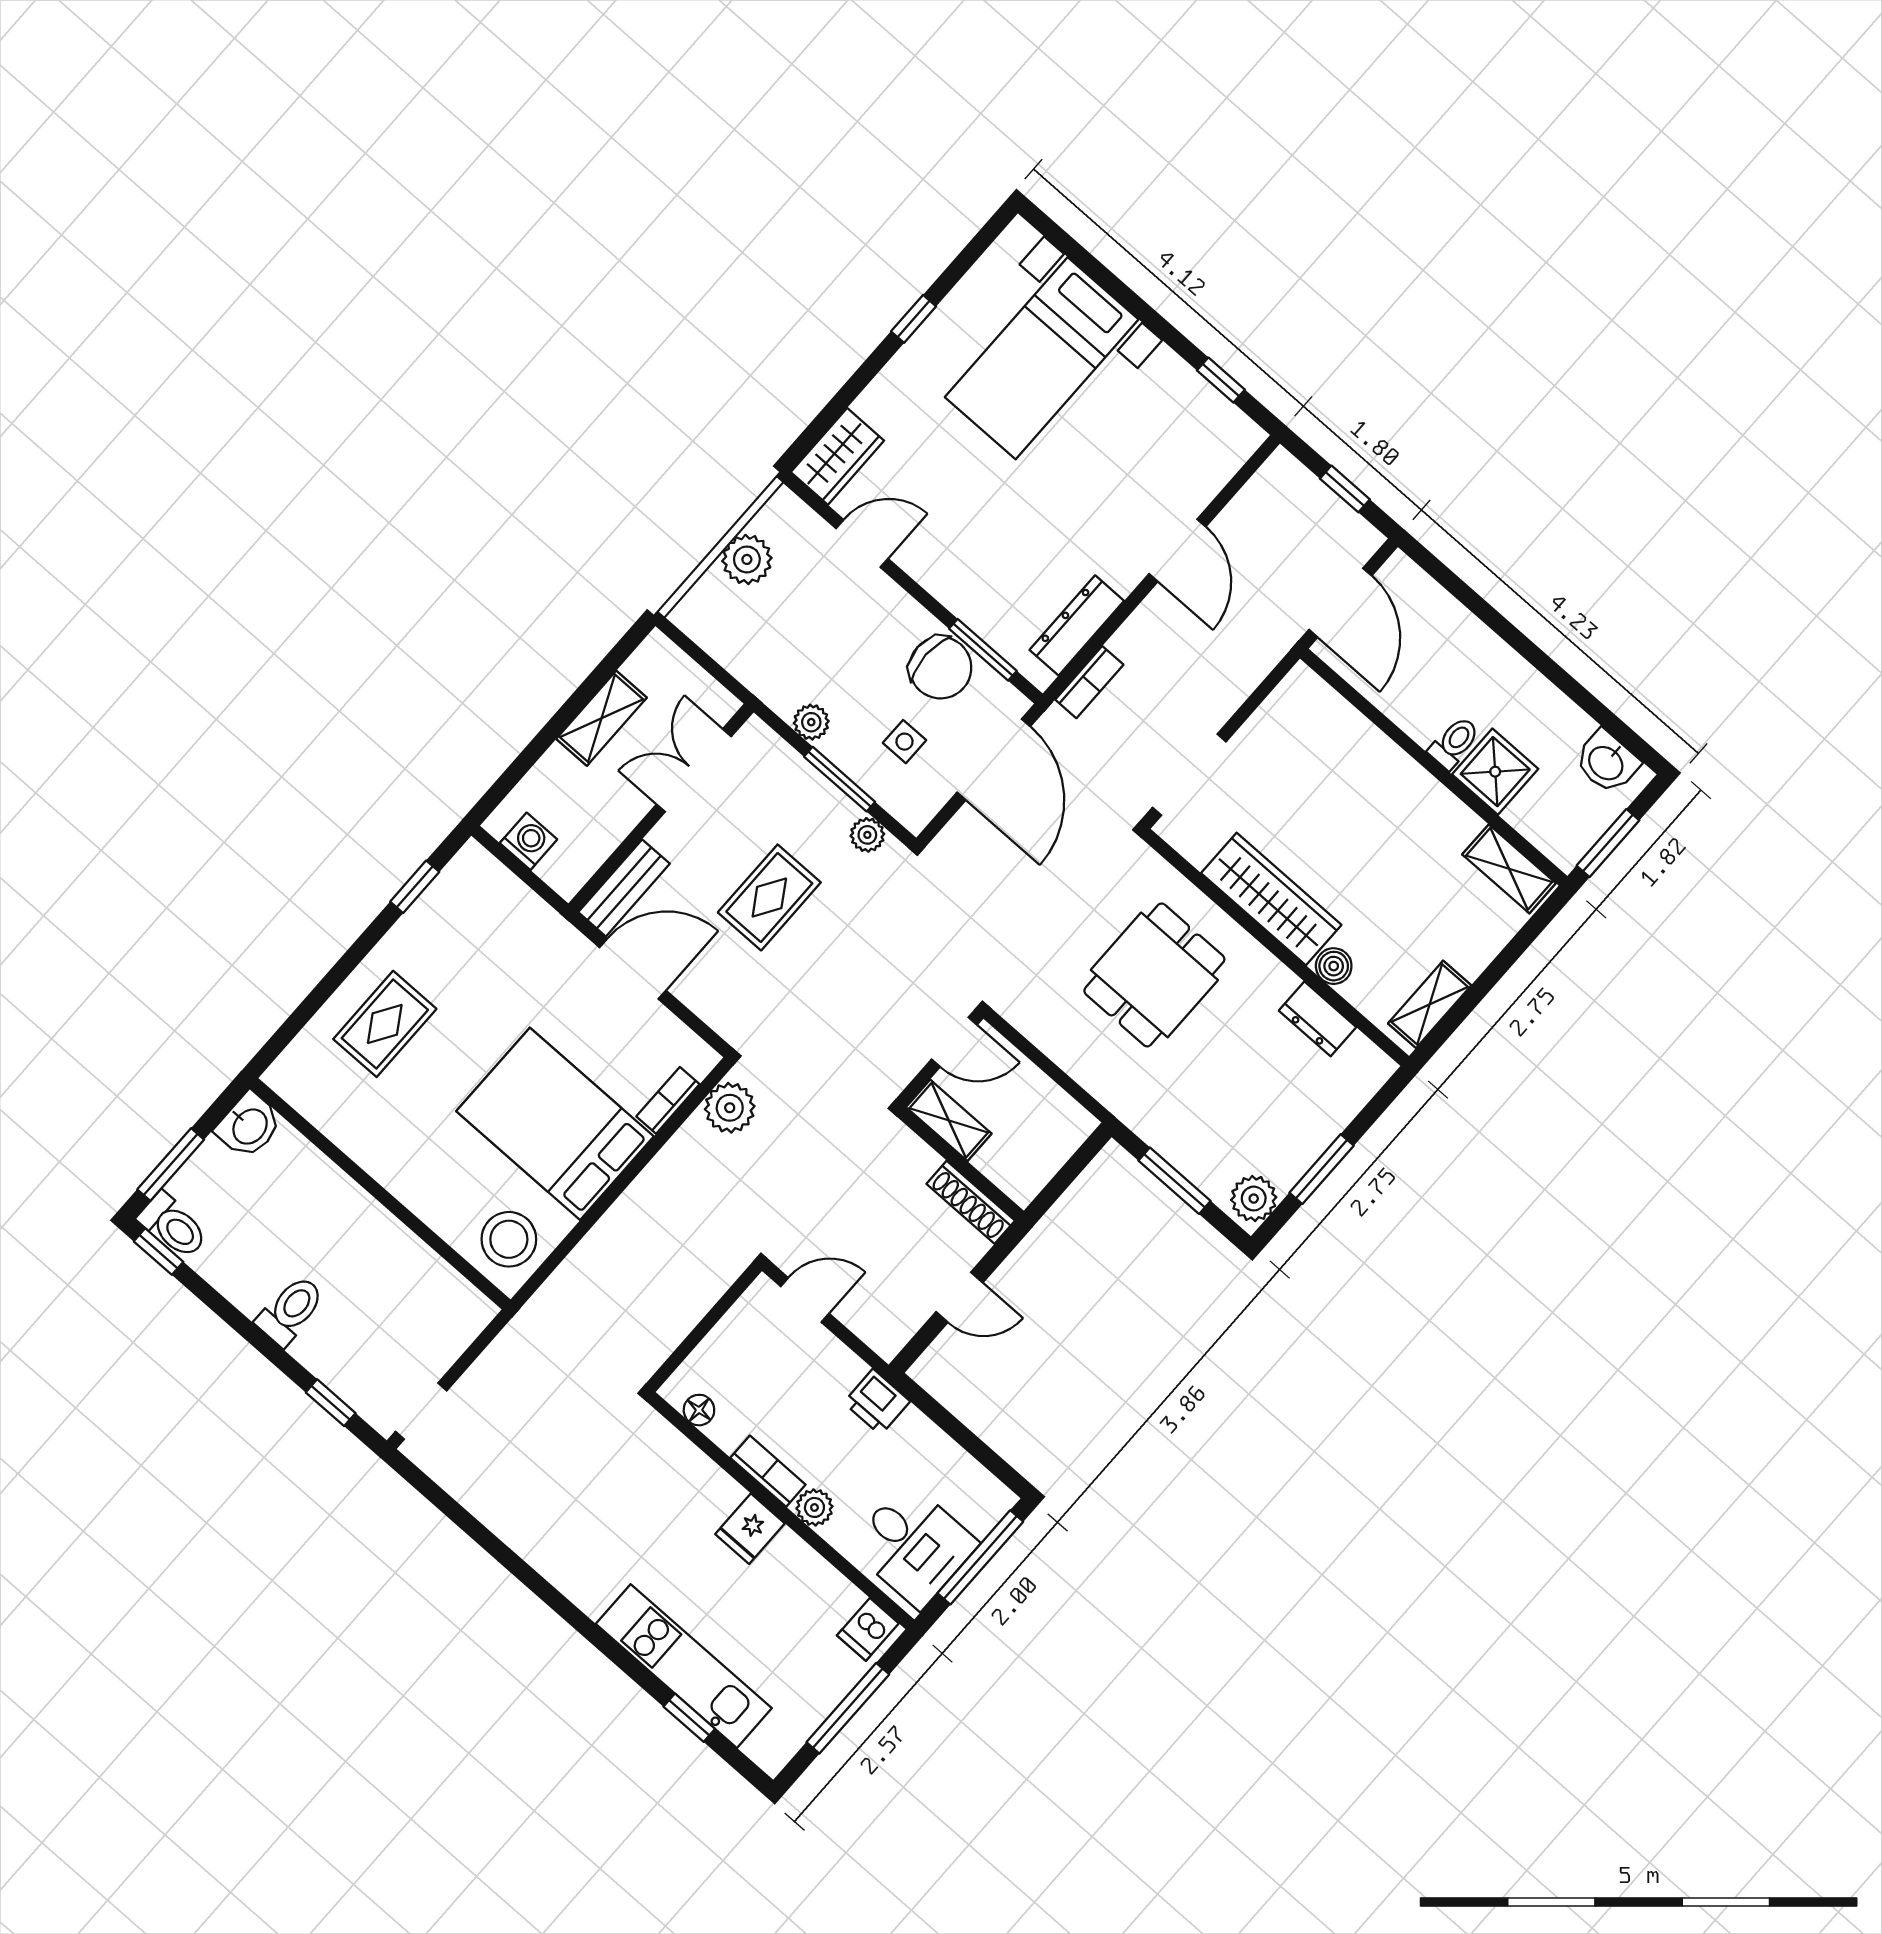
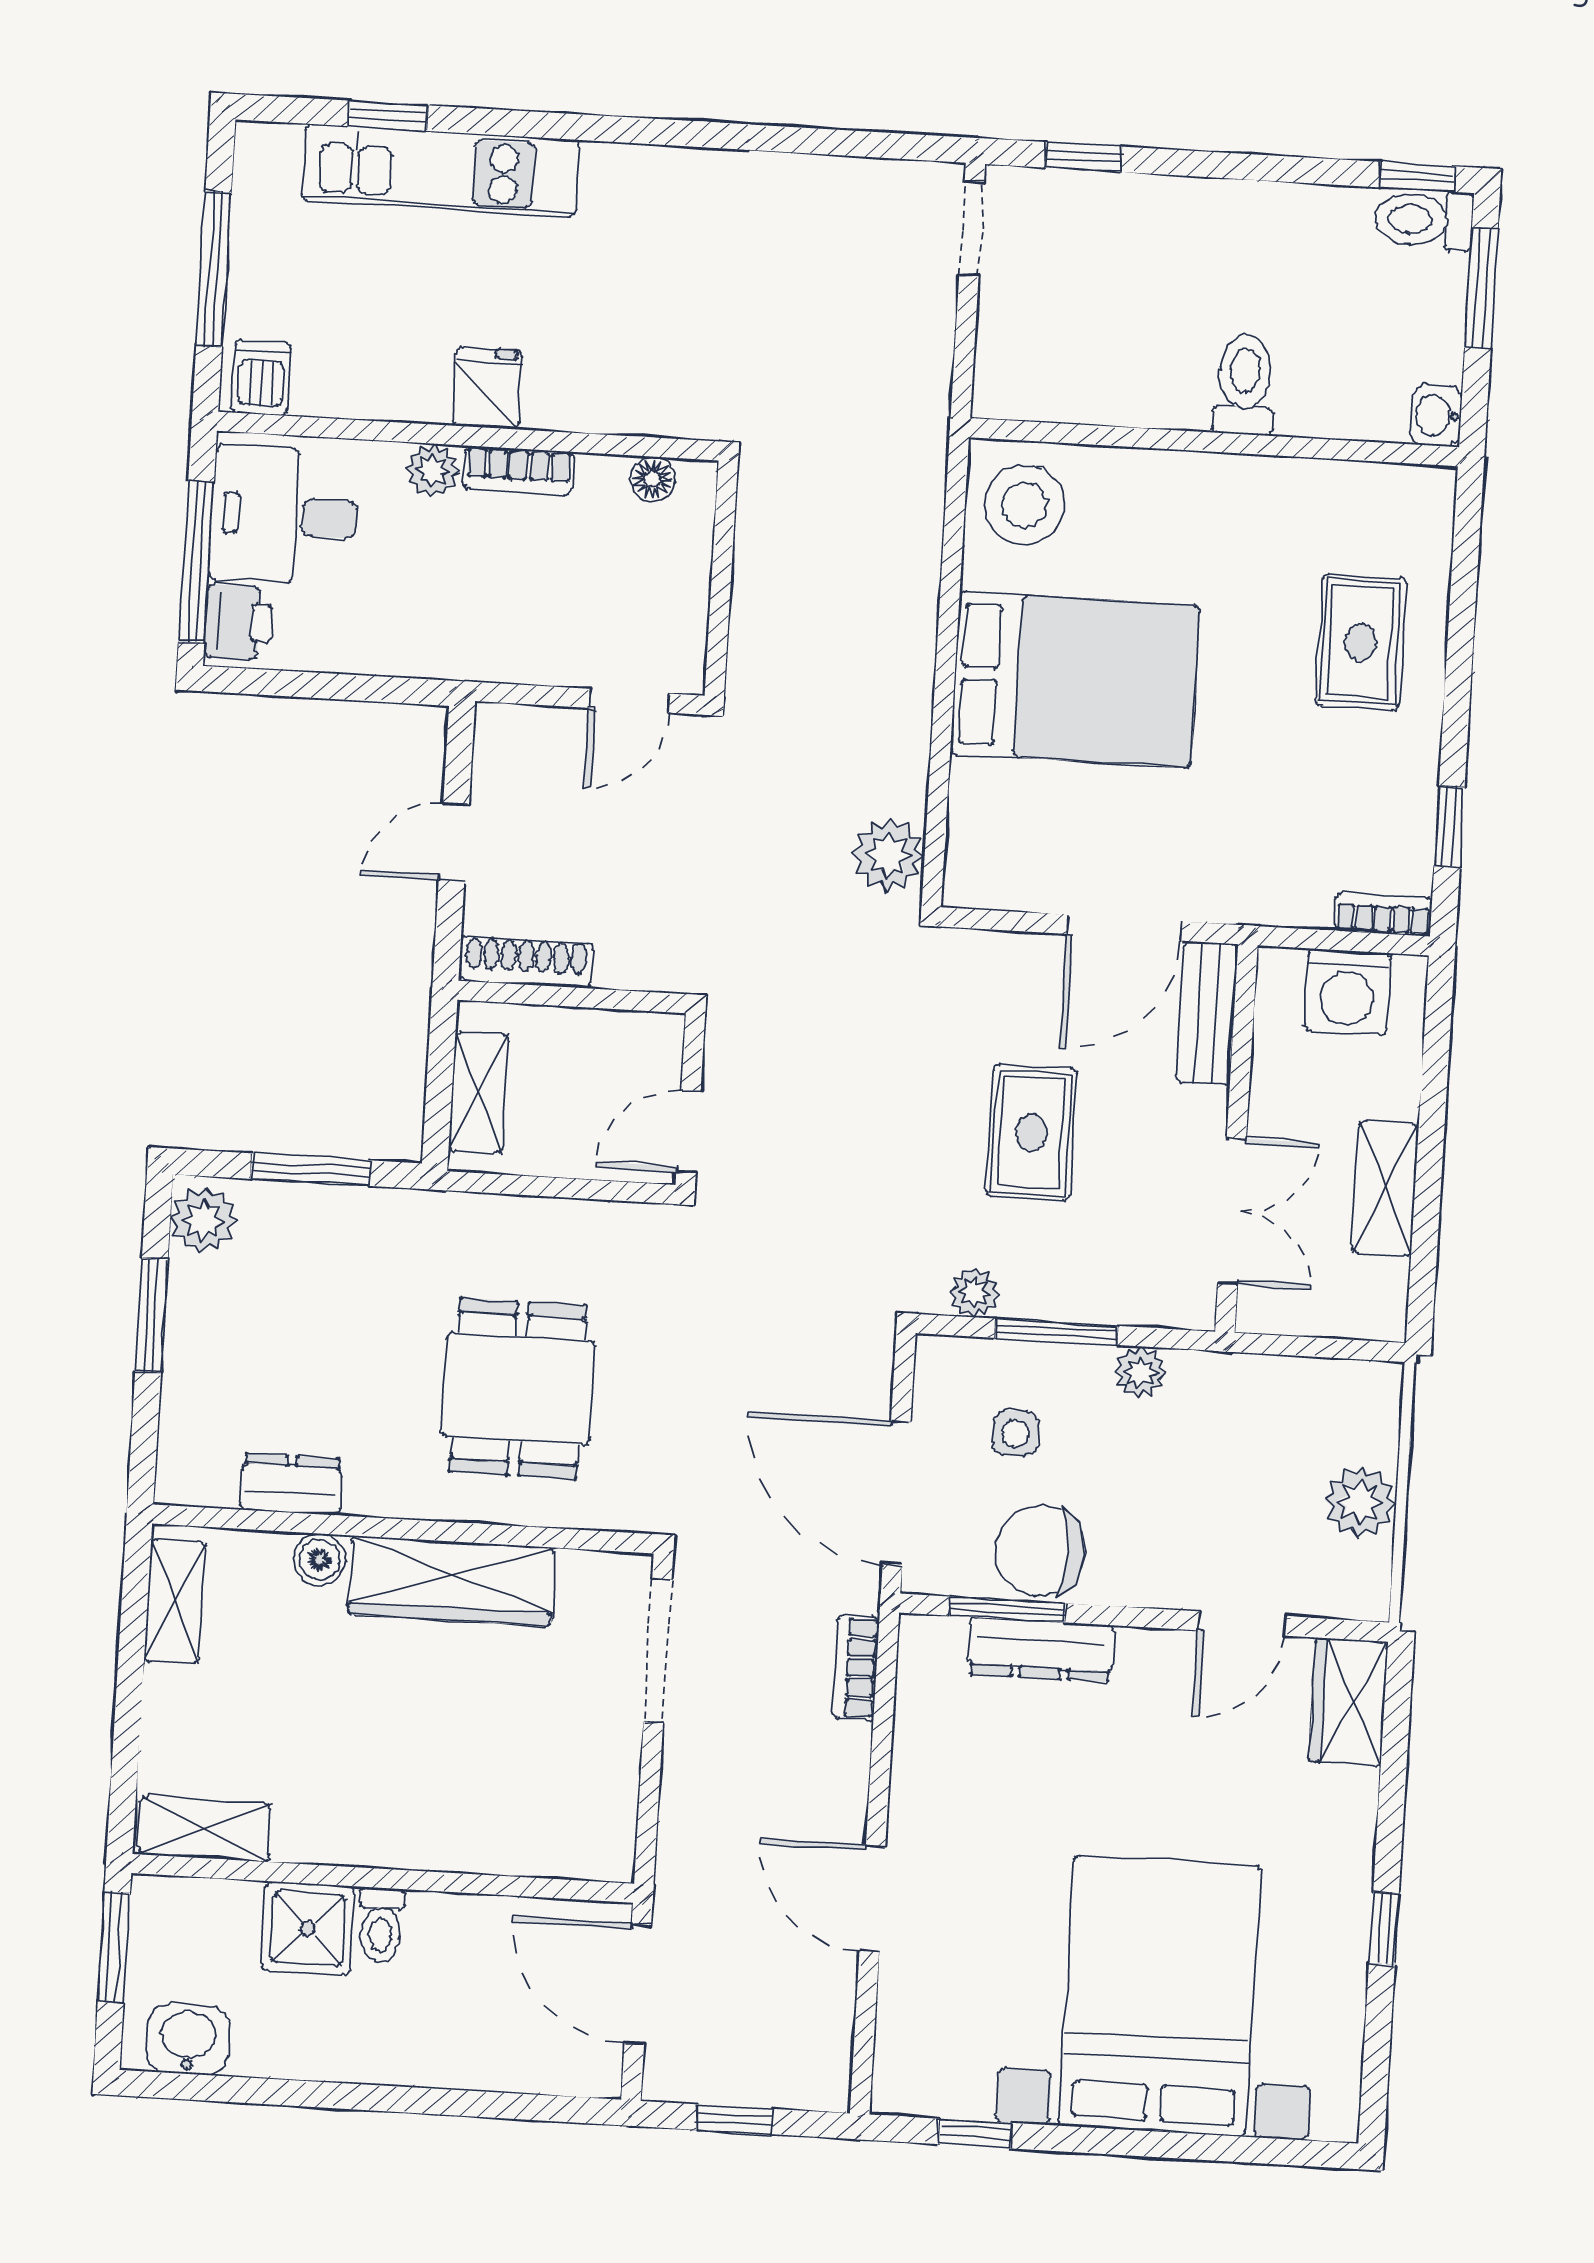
bed with nightstands: (1042, 358) -> (1160, 1996), width x1.36
dresser: (1077, 625) -> (1041, 1649), moved, turned 90
washing machine: (528, 841) -> (1347, 992), width x1.38, depth x1.38
bookcase: (668, 1100) -> (1383, 914), moved, turned -90
shelving: (949, 1120) -> (479, 1092), moved, turned 90
washbasin: (249, 1126) -> (1436, 415), width x0.72, depth x0.69
toilet: (291, 1310) -> (1245, 385), moved, turned 180
printer: (877, 1402) -> (239, 622), moved, turned 90

